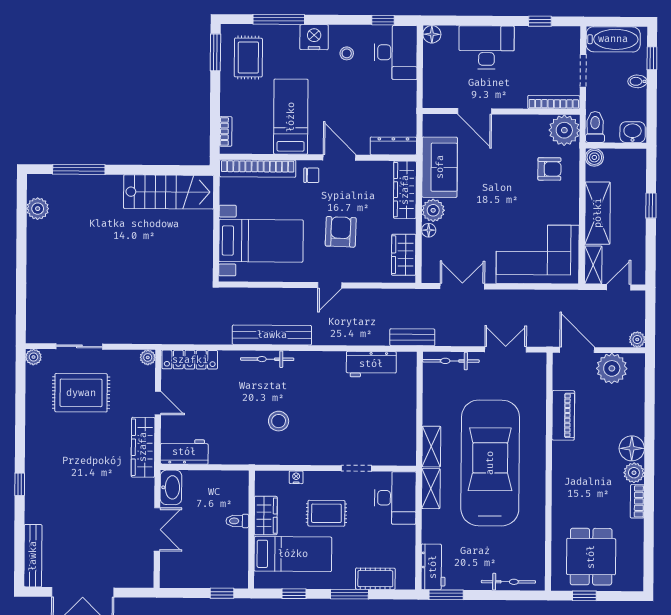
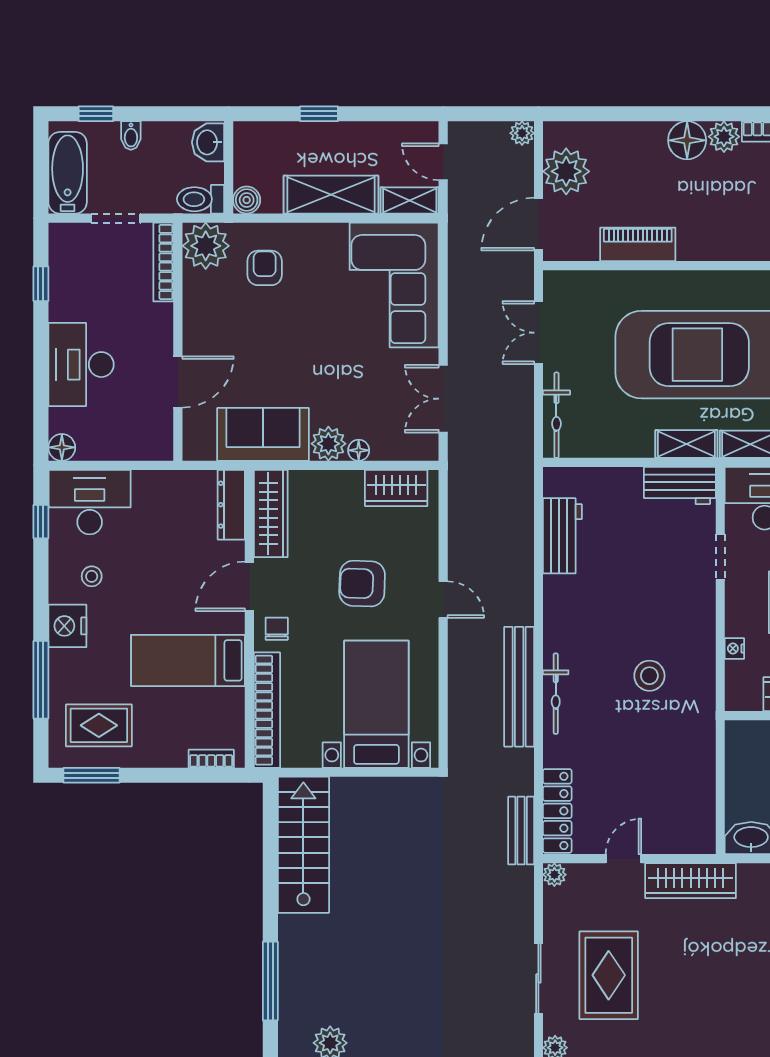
wardrobe: (405, 190) -> (271, 513), moved, turned -90
bench: (412, 337) -> (521, 831), moved
workbench: (184, 452) -> (680, 485), moved, turned -90

